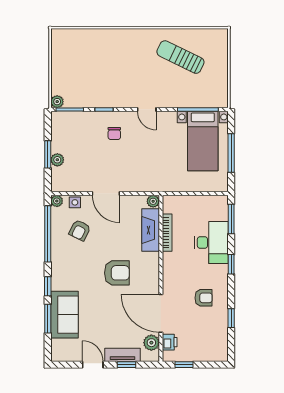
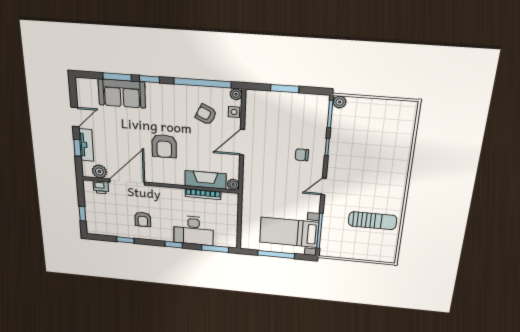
sun lounger: (180, 57) -> (372, 221), turned 64
plant: (57, 160) -> (279, 98), removed
window: (184, 365) -> (82, 214), moved

